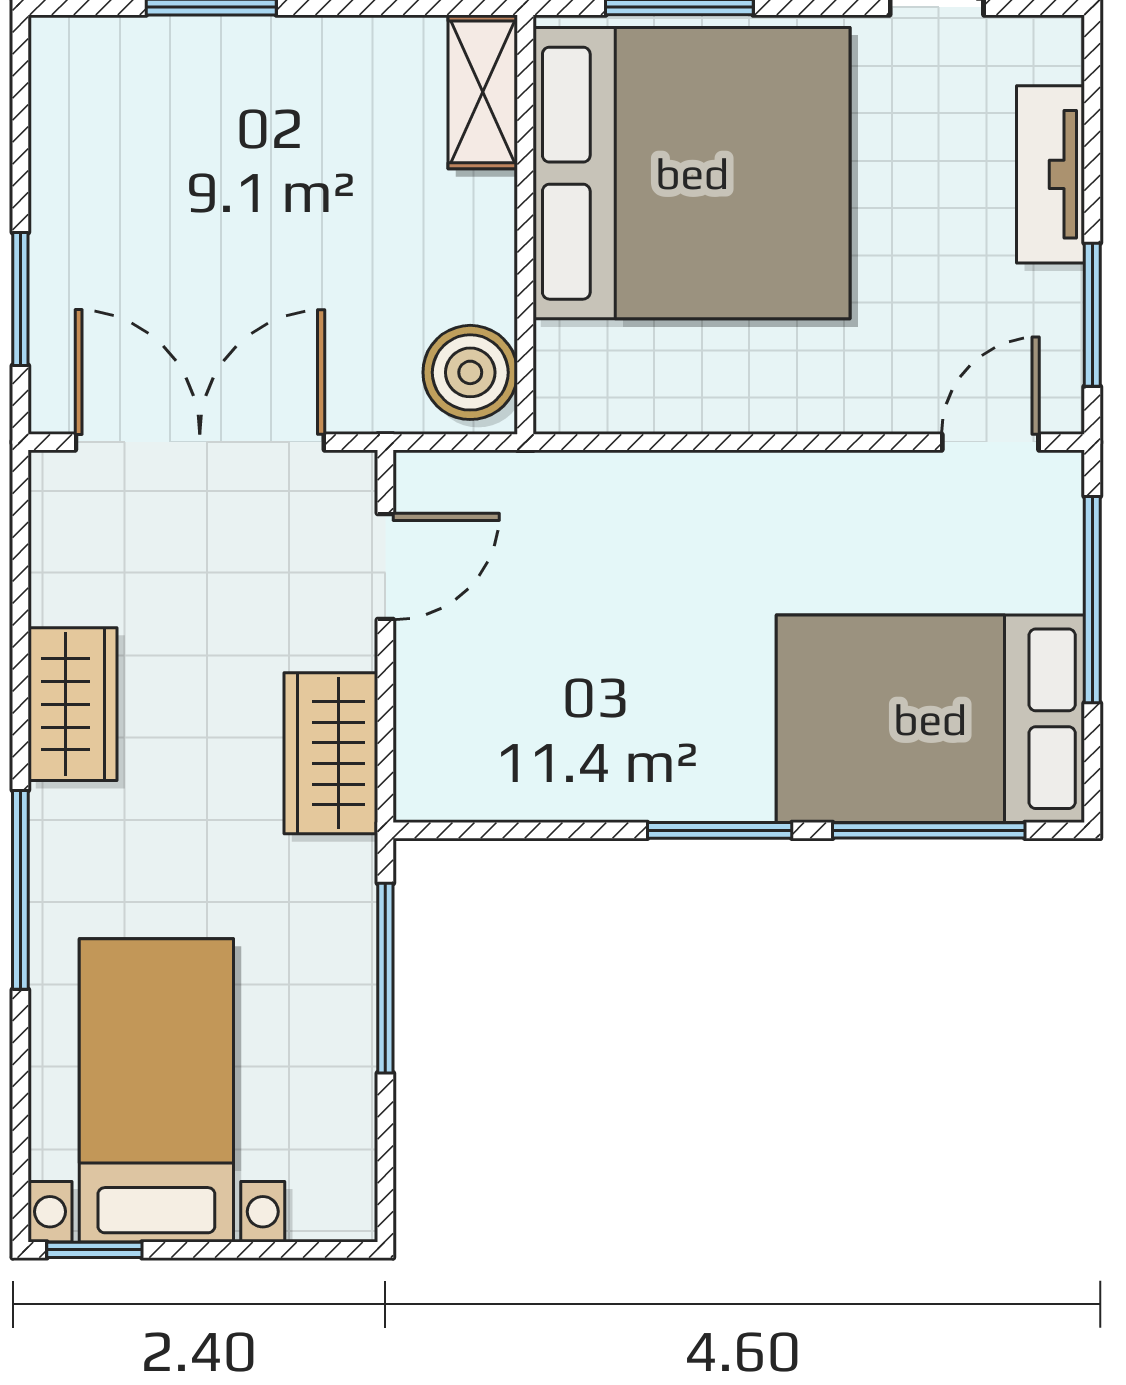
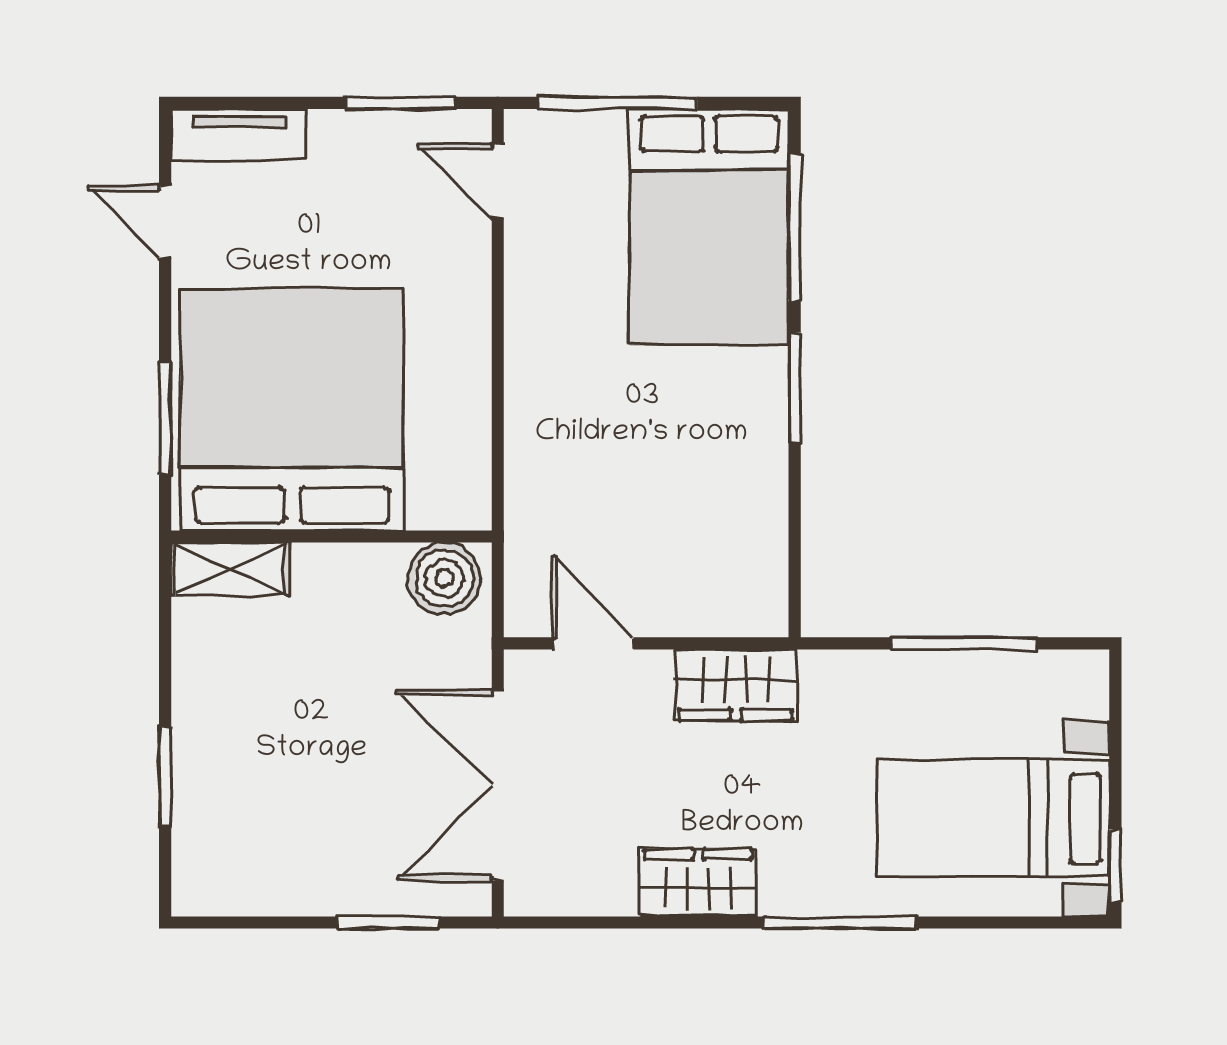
tv unit: (1051, 174) -> (239, 135), moved
window: (385, 978) -> (964, 643), moved

